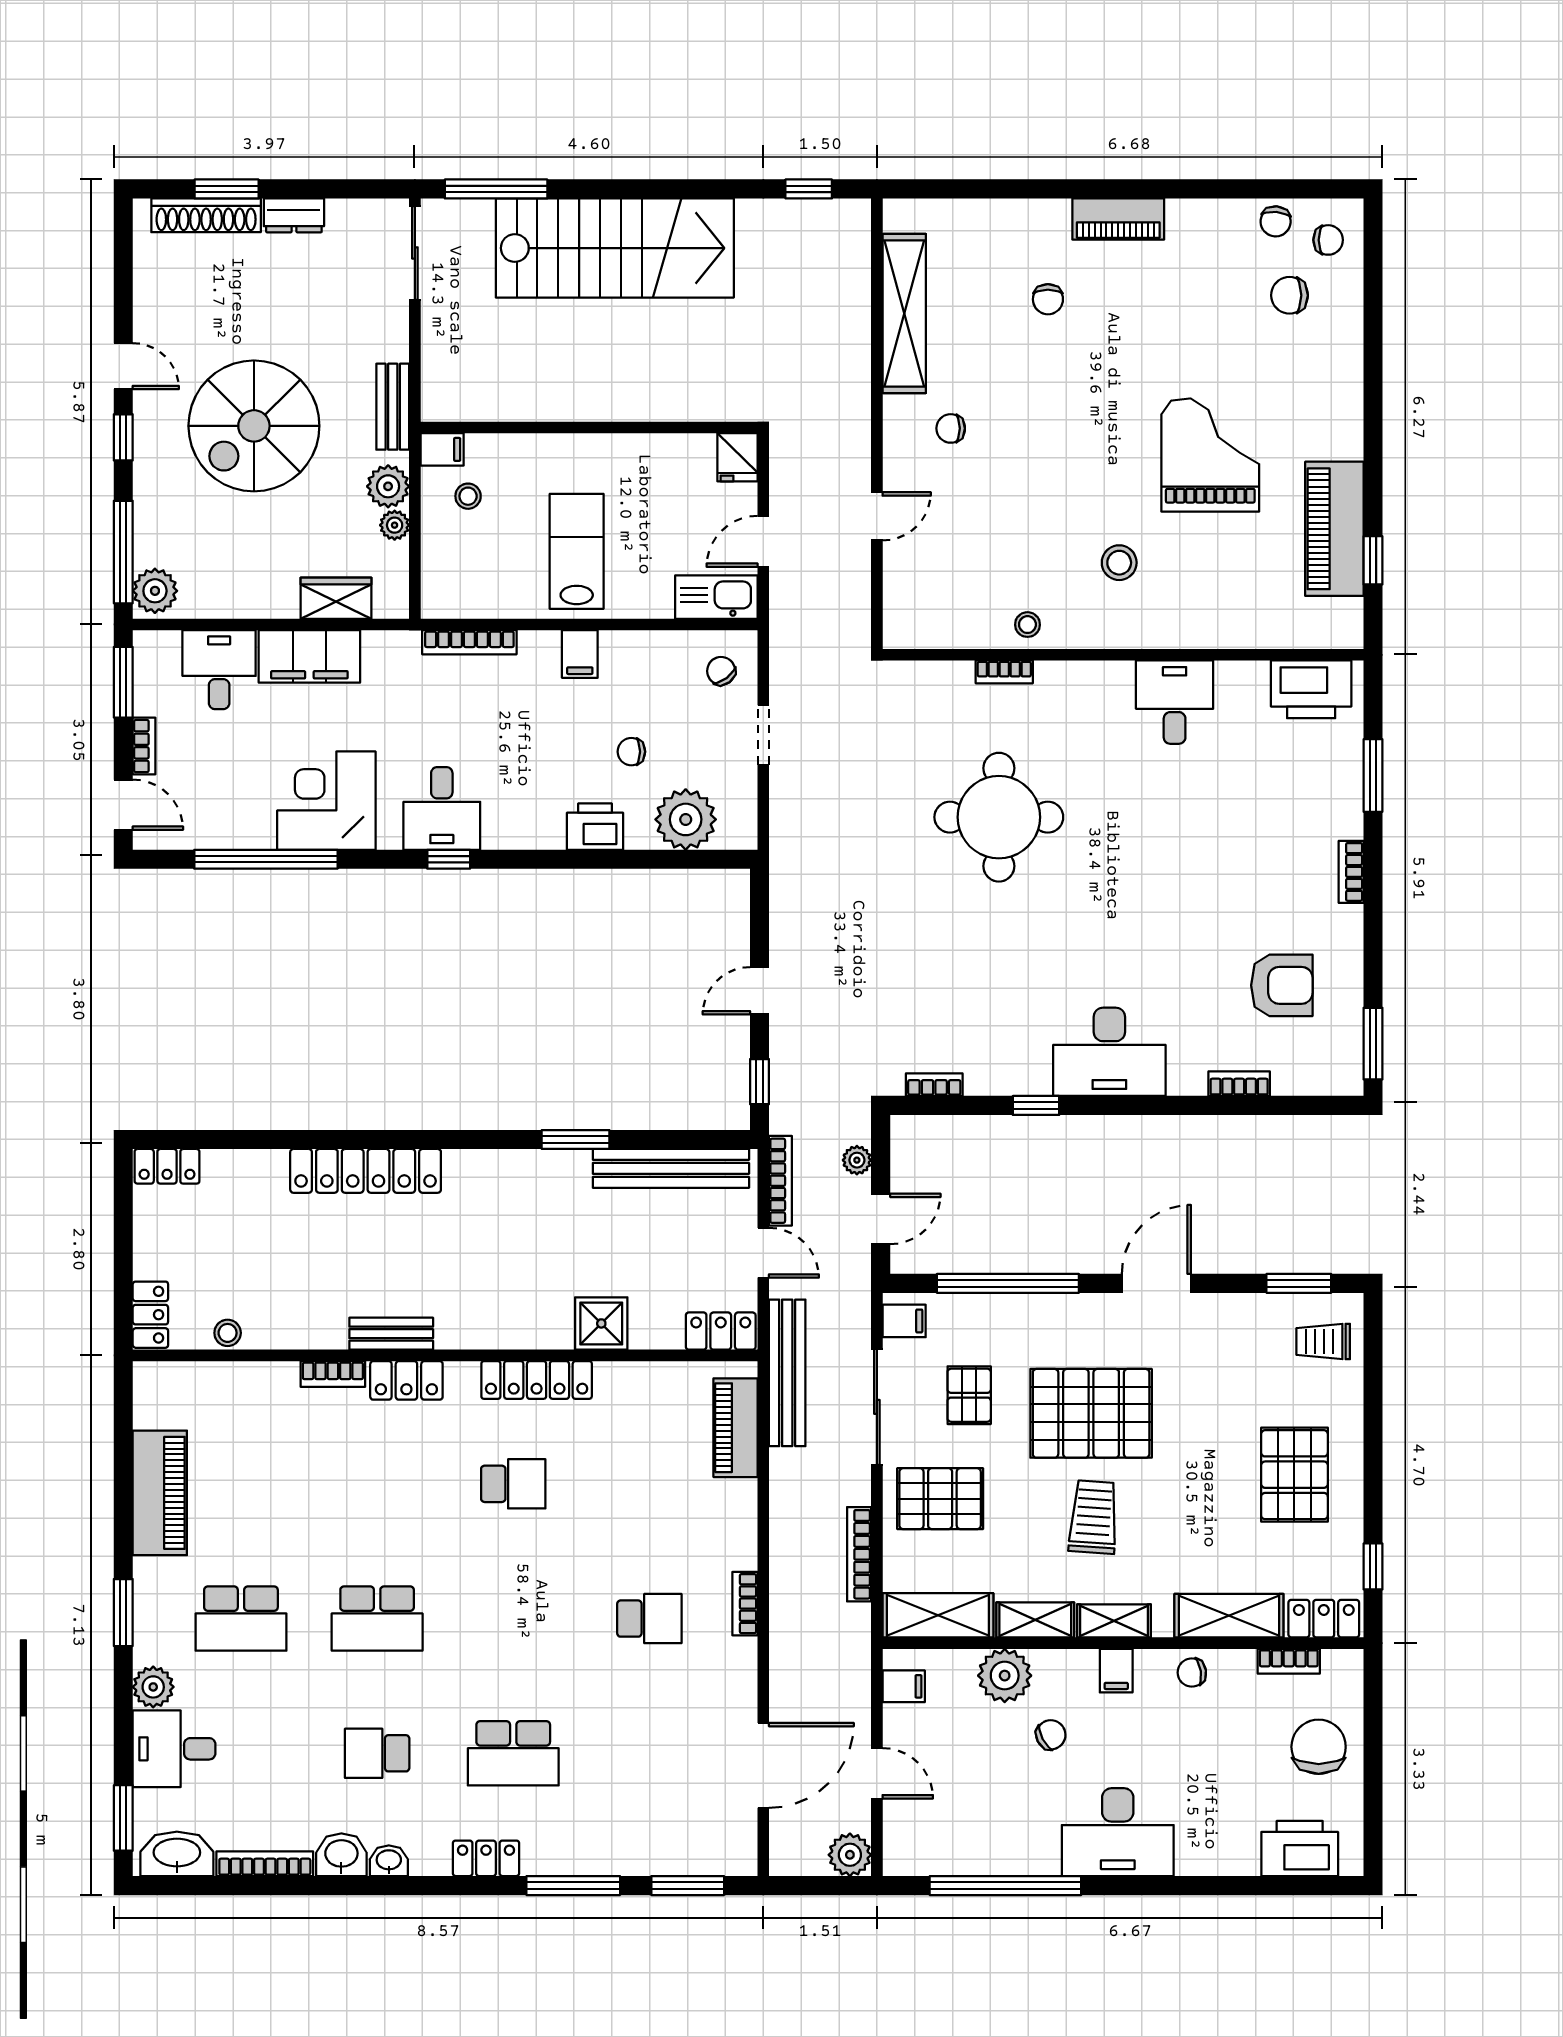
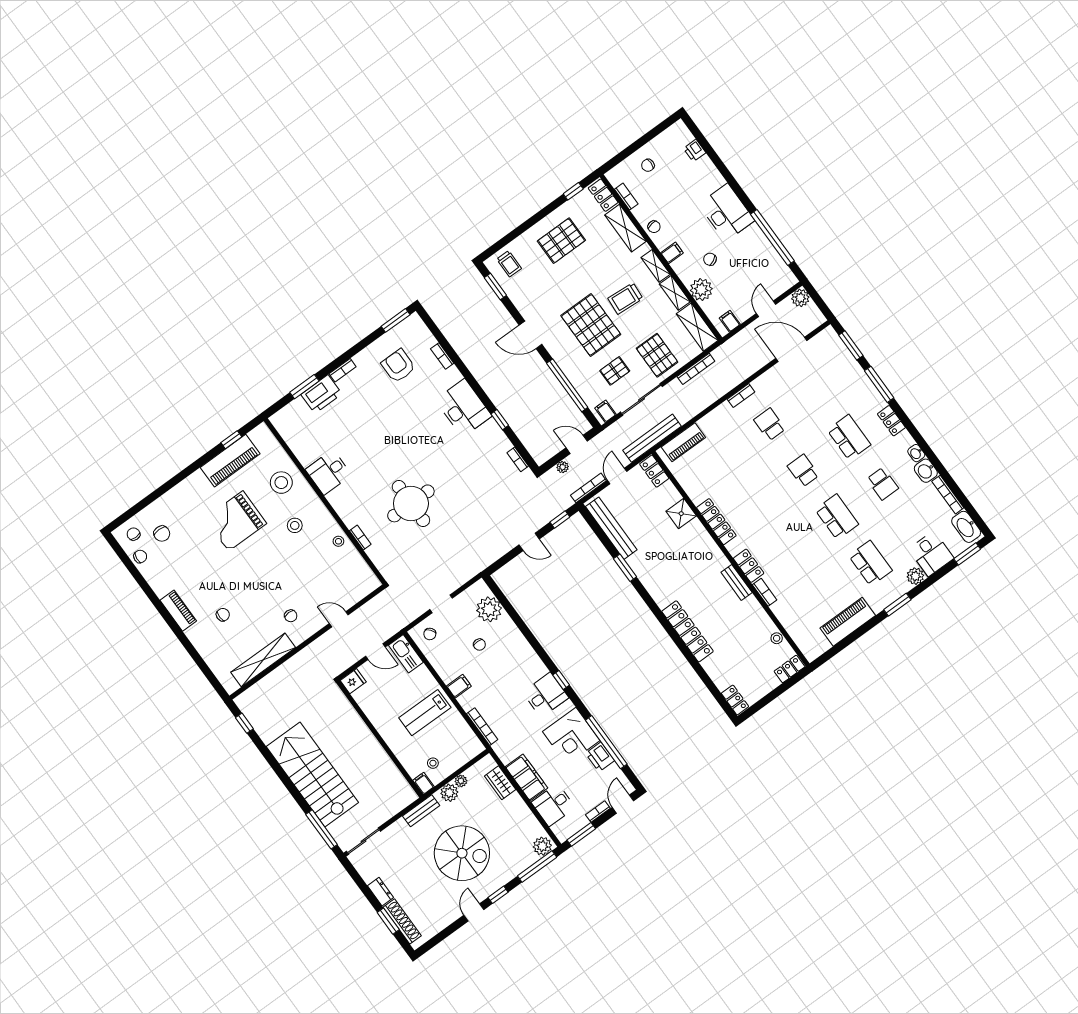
stool: (1221, 597) -> (281, 483), added
printer: (1311, 689) -> (321, 394), moved, turned 90
printer: (595, 827) -> (600, 757), moved
school desk: (513, 1484) -> (803, 471), moved
chair: (1319, 1747) -> (648, 165), width x0.54, depth x0.54
printer: (1300, 1848) -> (695, 150), width x0.53, depth x0.68

